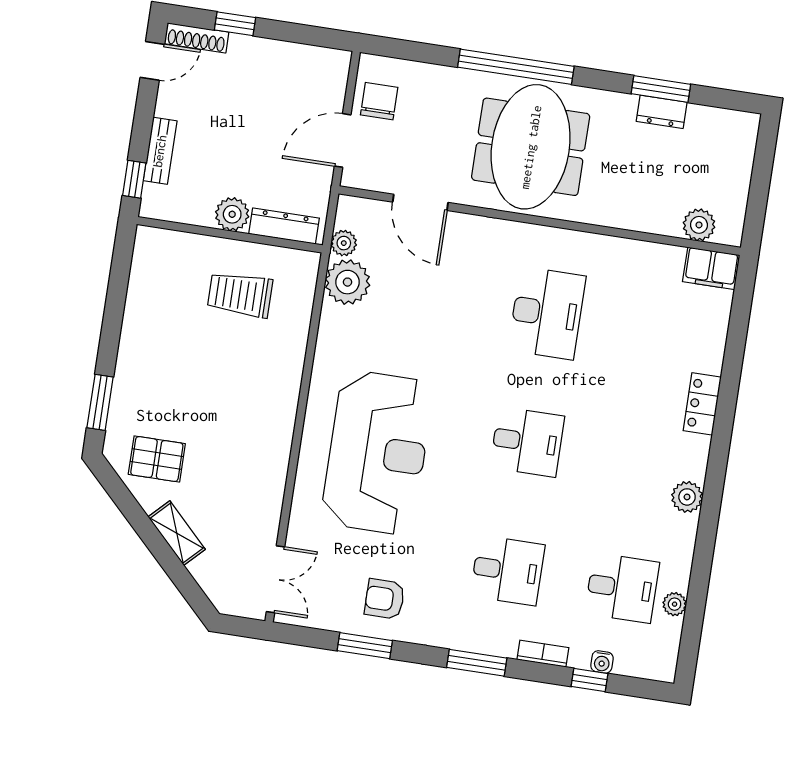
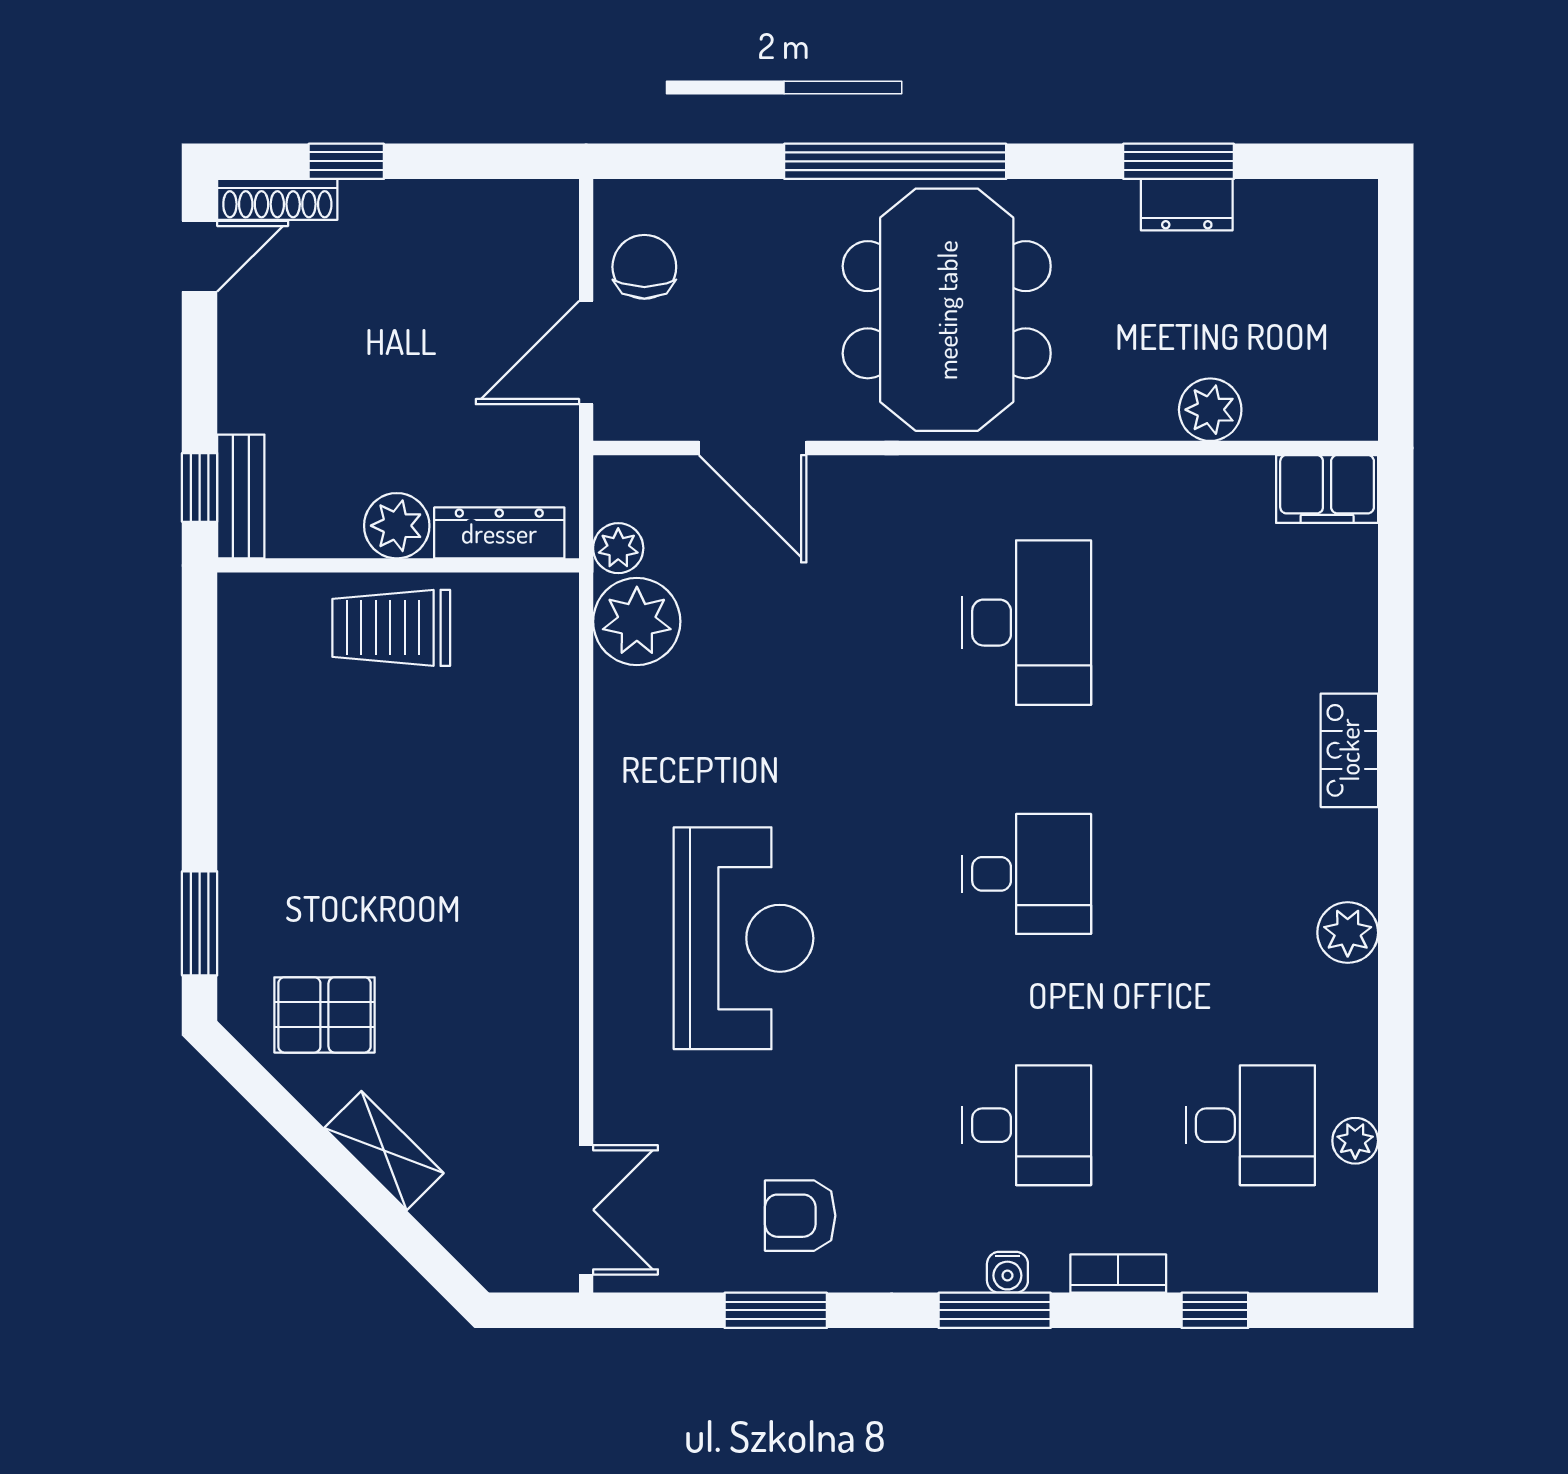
bench: (160, 151) -> (241, 496), moved
plant: (699, 225) -> (1210, 410), moved
trolley: (240, 295) -> (391, 628), moved
reception desk: (377, 453) -> (743, 938), width x0.74, depth x0.77
water cooler: (602, 662) -> (1007, 1272), moved

